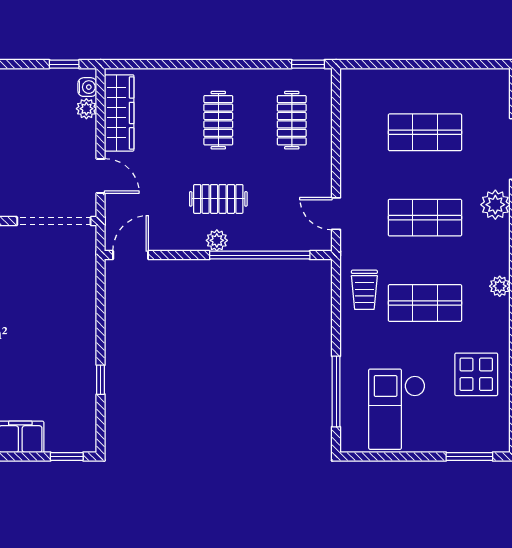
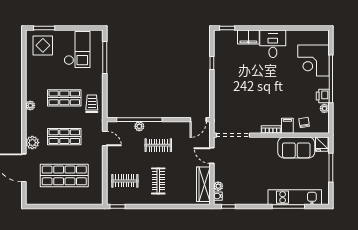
clothes rail: (292, 120) -> (125, 181), turned 90
shop shelf: (425, 132) -> (64, 175), width x1.43, depth x1.36
plant: (217, 240) -> (139, 126), moved
display table: (476, 374) -> (43, 45), moved

